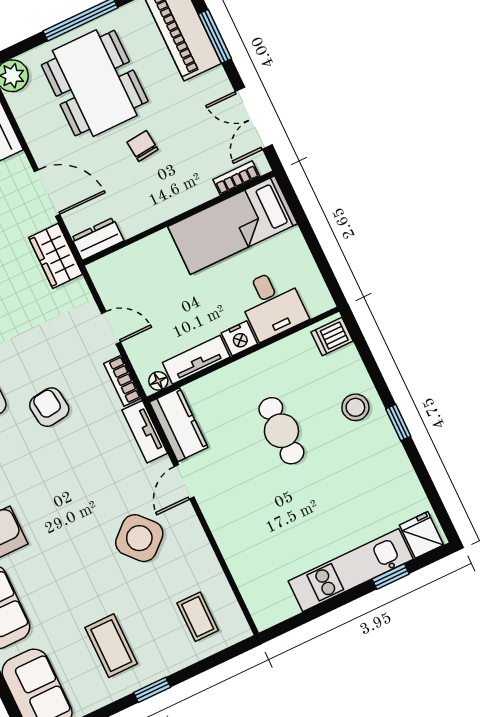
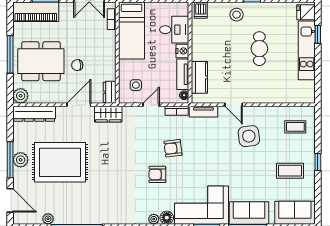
chair: (143, 146) -> (77, 65), moved
side table: (134, 282) -> (136, 85), added
kitchen counter: (179, 425) -> (199, 77), moved, turned 90
cafe table: (281, 431) -> (259, 49), moved, turned 90
side table: (139, 538) -> (249, 136), turned 34

